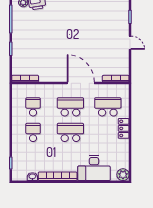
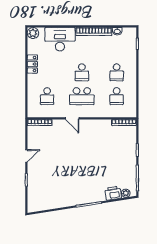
door: (130, 43) -> (26, 156), swing flipped
door: (81, 83) -> (72, 118), width x0.53
school desk: (108, 107) -> (47, 96), width x0.54
locker: (124, 128) -> (32, 64), moved
school desk: (70, 132) -> (82, 72), width x0.54

